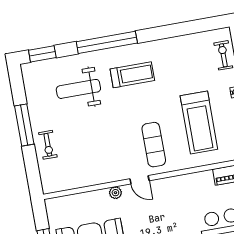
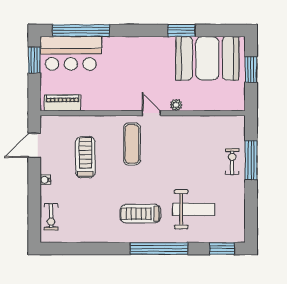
treadmill: (199, 123) -> (85, 157), width x0.73, depth x0.73
window: (24, 125) -> (251, 160), moved

